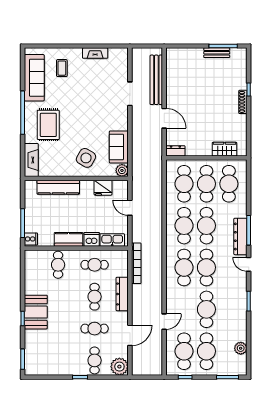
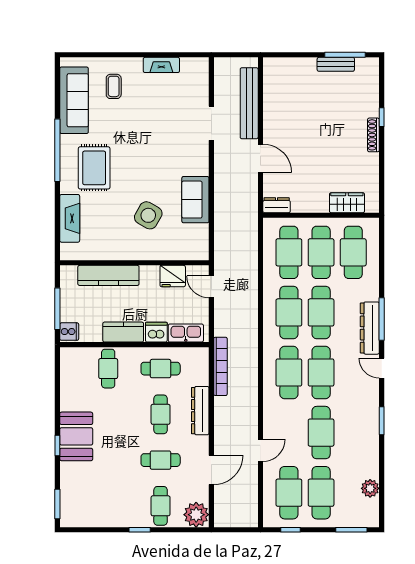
plant: (122, 170) -> (200, 233), removed
wall: (76, 178) -> (134, 263), moved
kitchen counter: (58, 187) -> (108, 275), moved
fridge: (103, 188) -> (173, 276), moved

